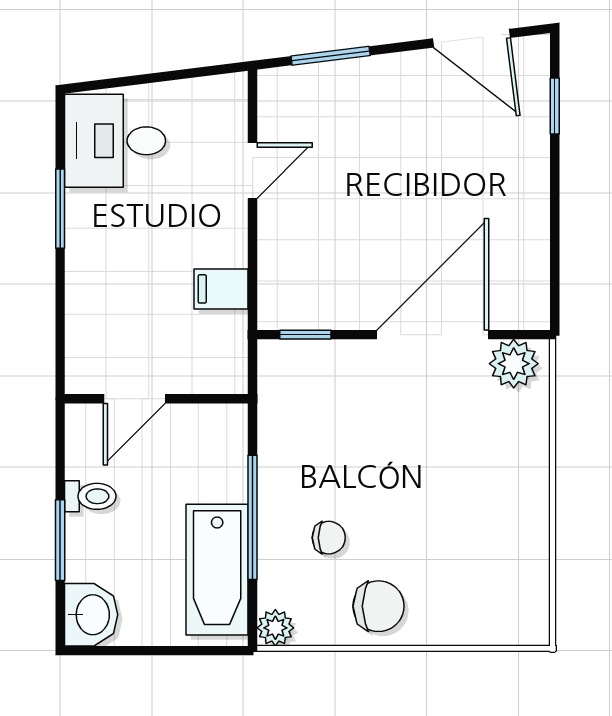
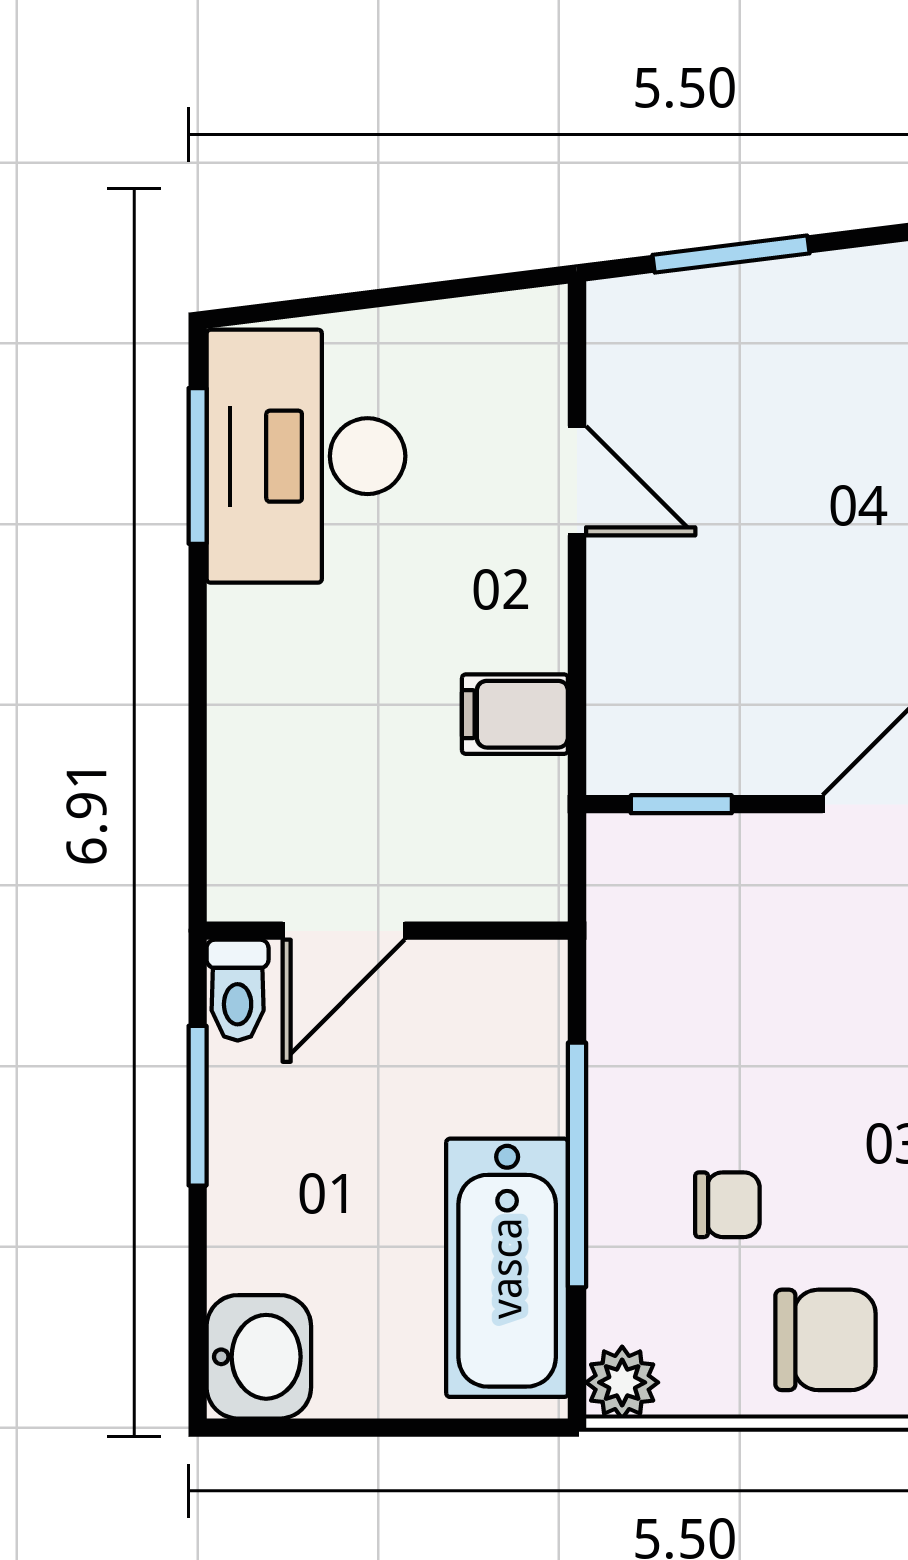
desk: (115, 141) -> (306, 456), width x1.37
door: (253, 171) -> (577, 481), hinge flipped
window: (60, 209) -> (198, 466), moved
toilet: (90, 496) -> (238, 990), moved, turned 90
window: (60, 540) -> (198, 1106), moved

